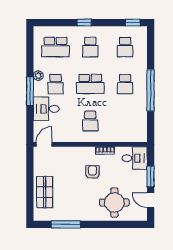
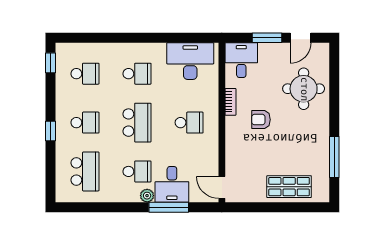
plant: (38, 76) -> (147, 196), moved
window: (151, 90) -> (146, 38), removed
window: (30, 91) -> (169, 207), moved
desk: (134, 122) -> (190, 61), added

